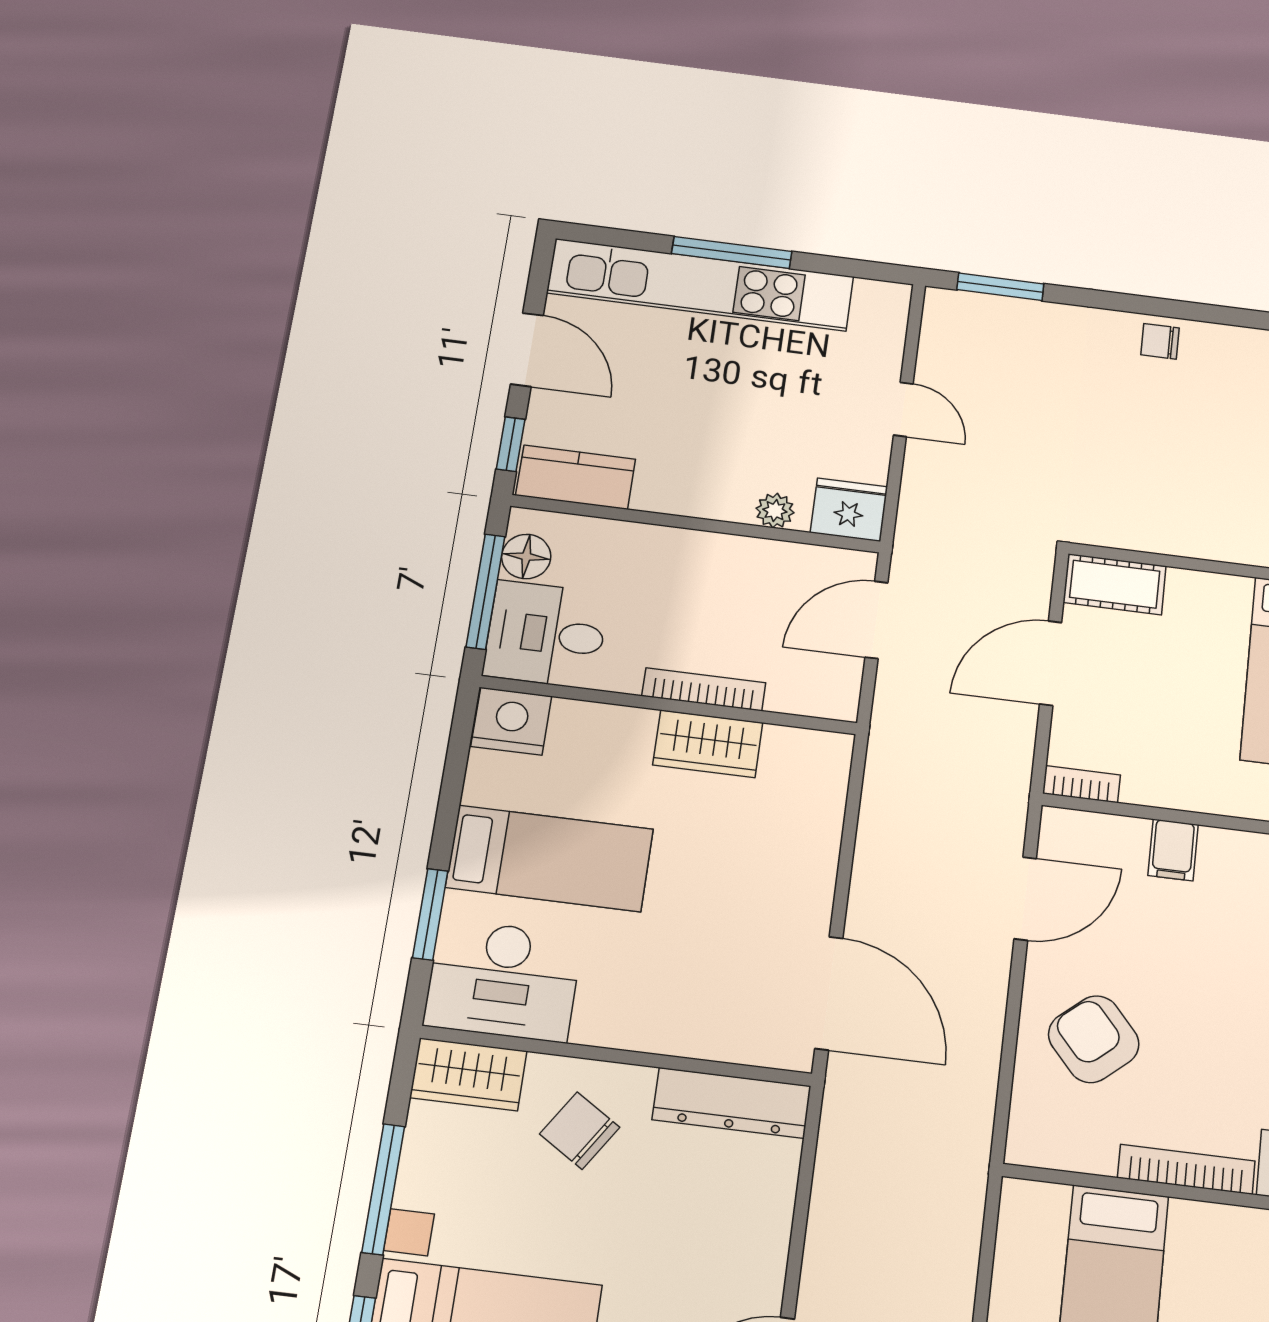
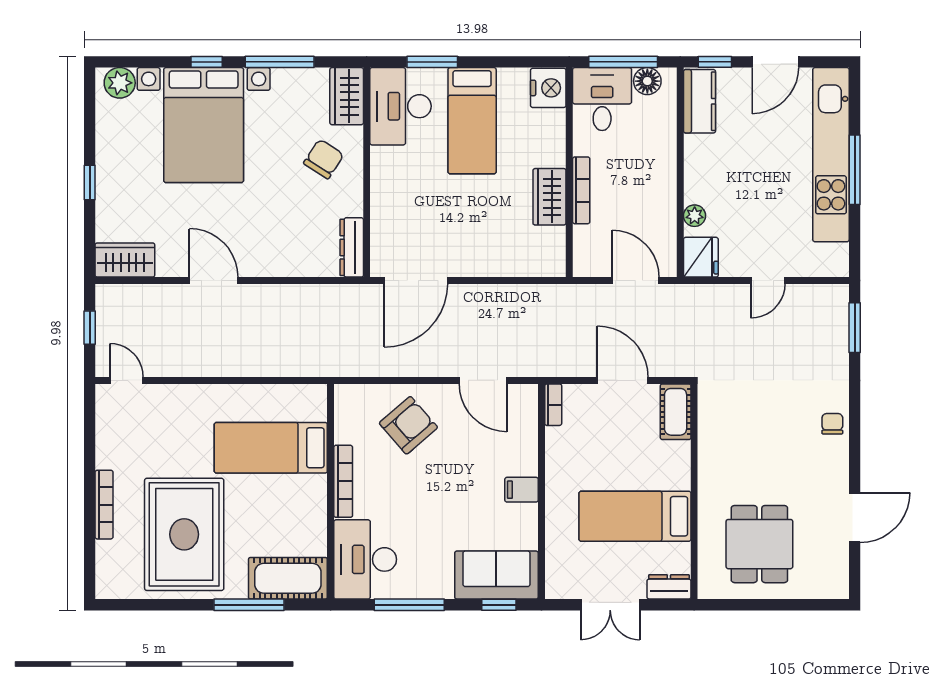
filing cabinet: (1173, 850) -> (522, 490), moved
dresser: (731, 1103) -> (352, 247), width x0.73, depth x0.80

